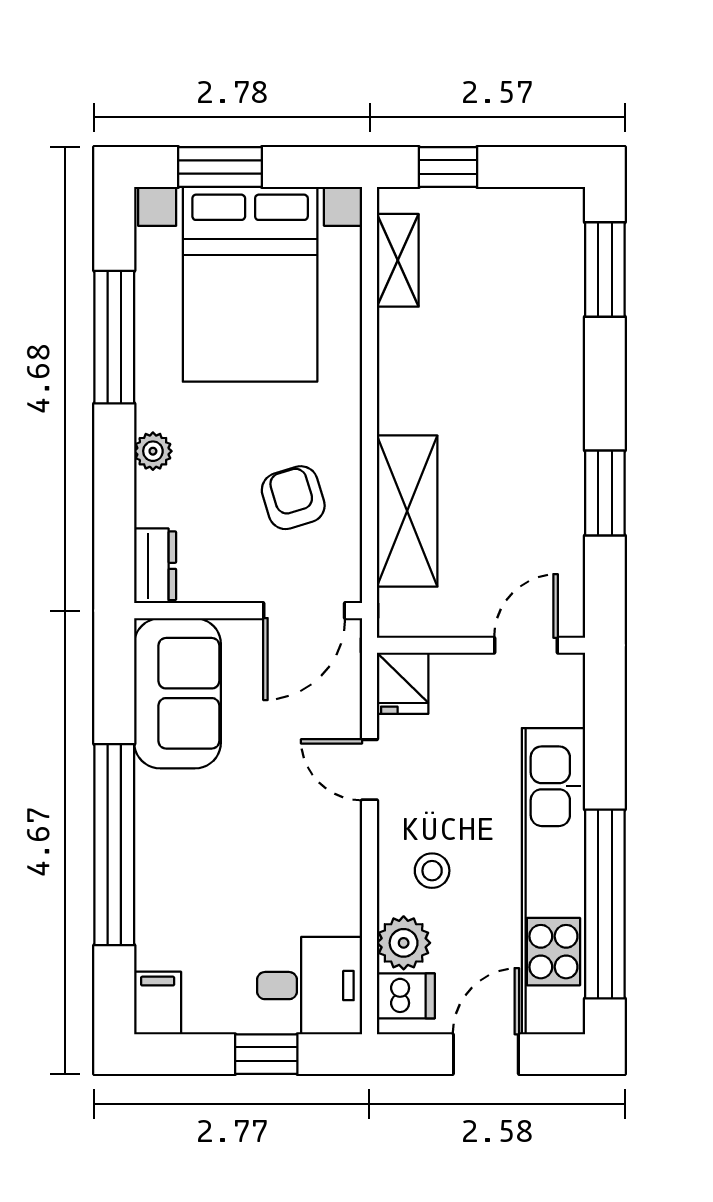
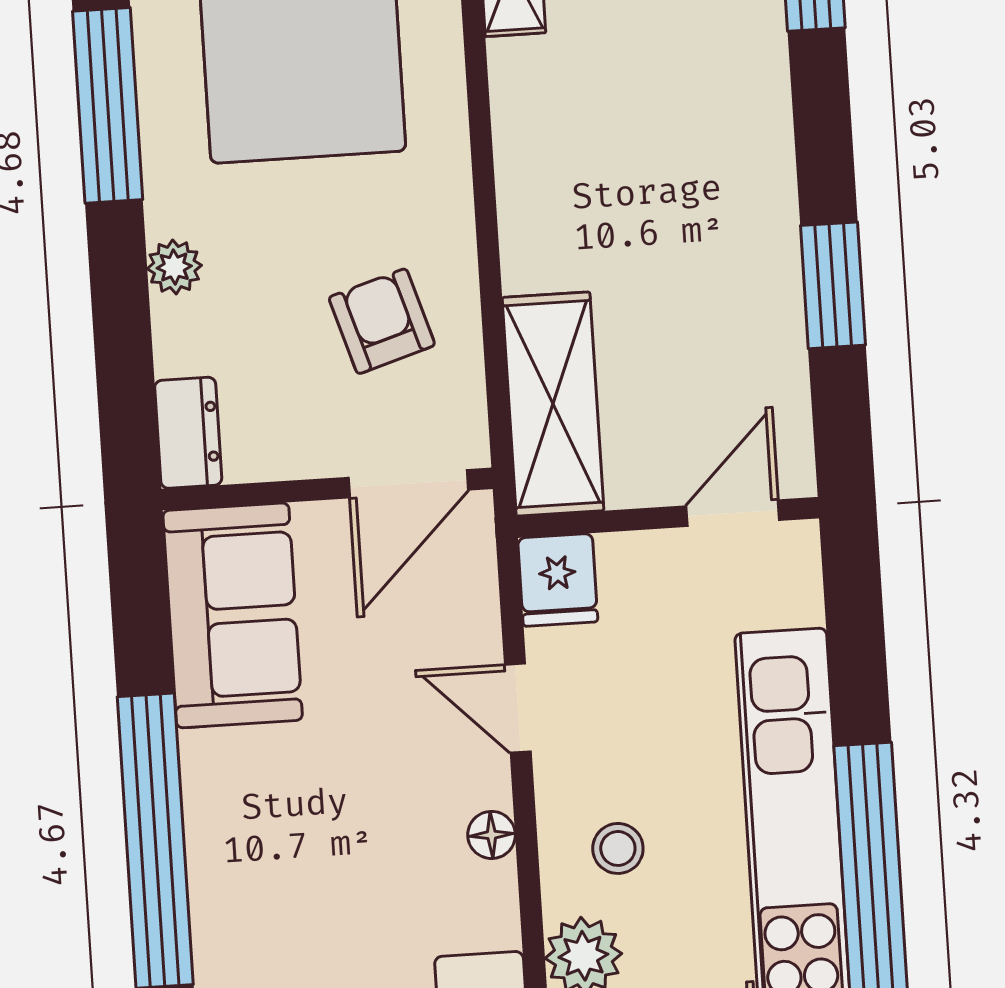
shelving: (407, 511) -> (553, 404), moved
floor lamp: (346, 856) -> (492, 835), added

